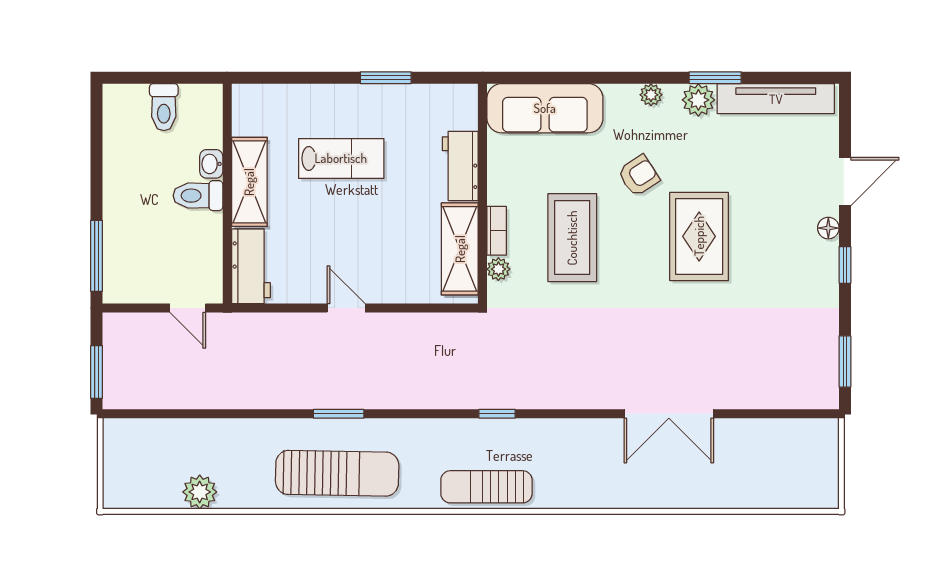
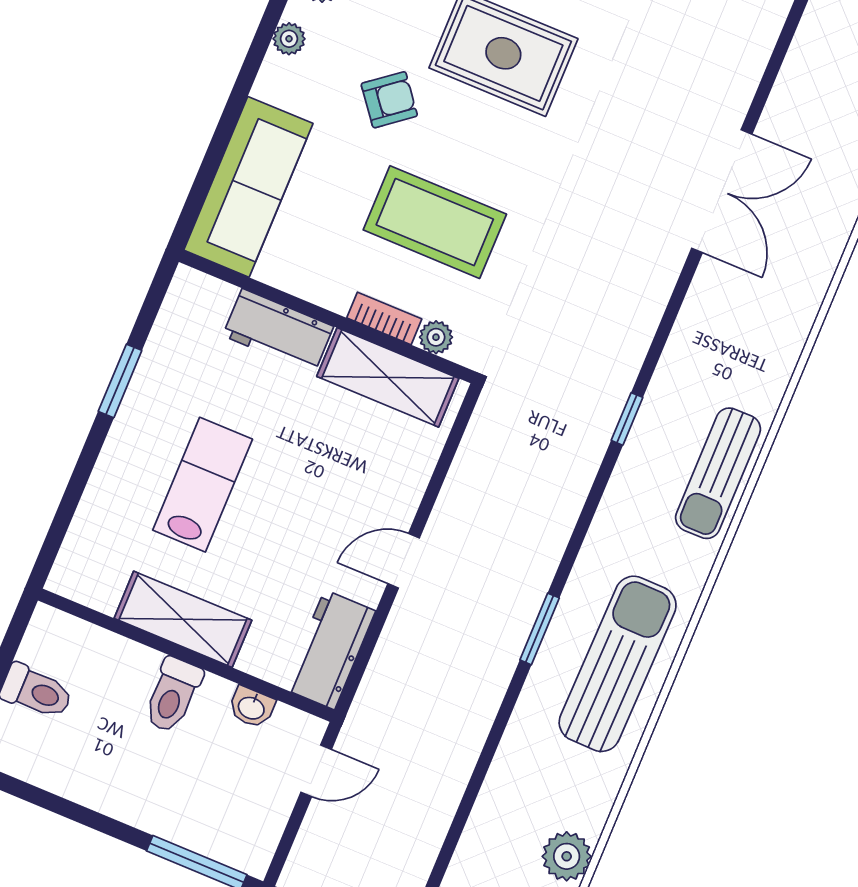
washbasin: (211, 164) -> (252, 707), moved
armchair: (639, 176) -> (389, 100), turned 85
workbench: (251, 266) -> (330, 650), moved, turned -90

